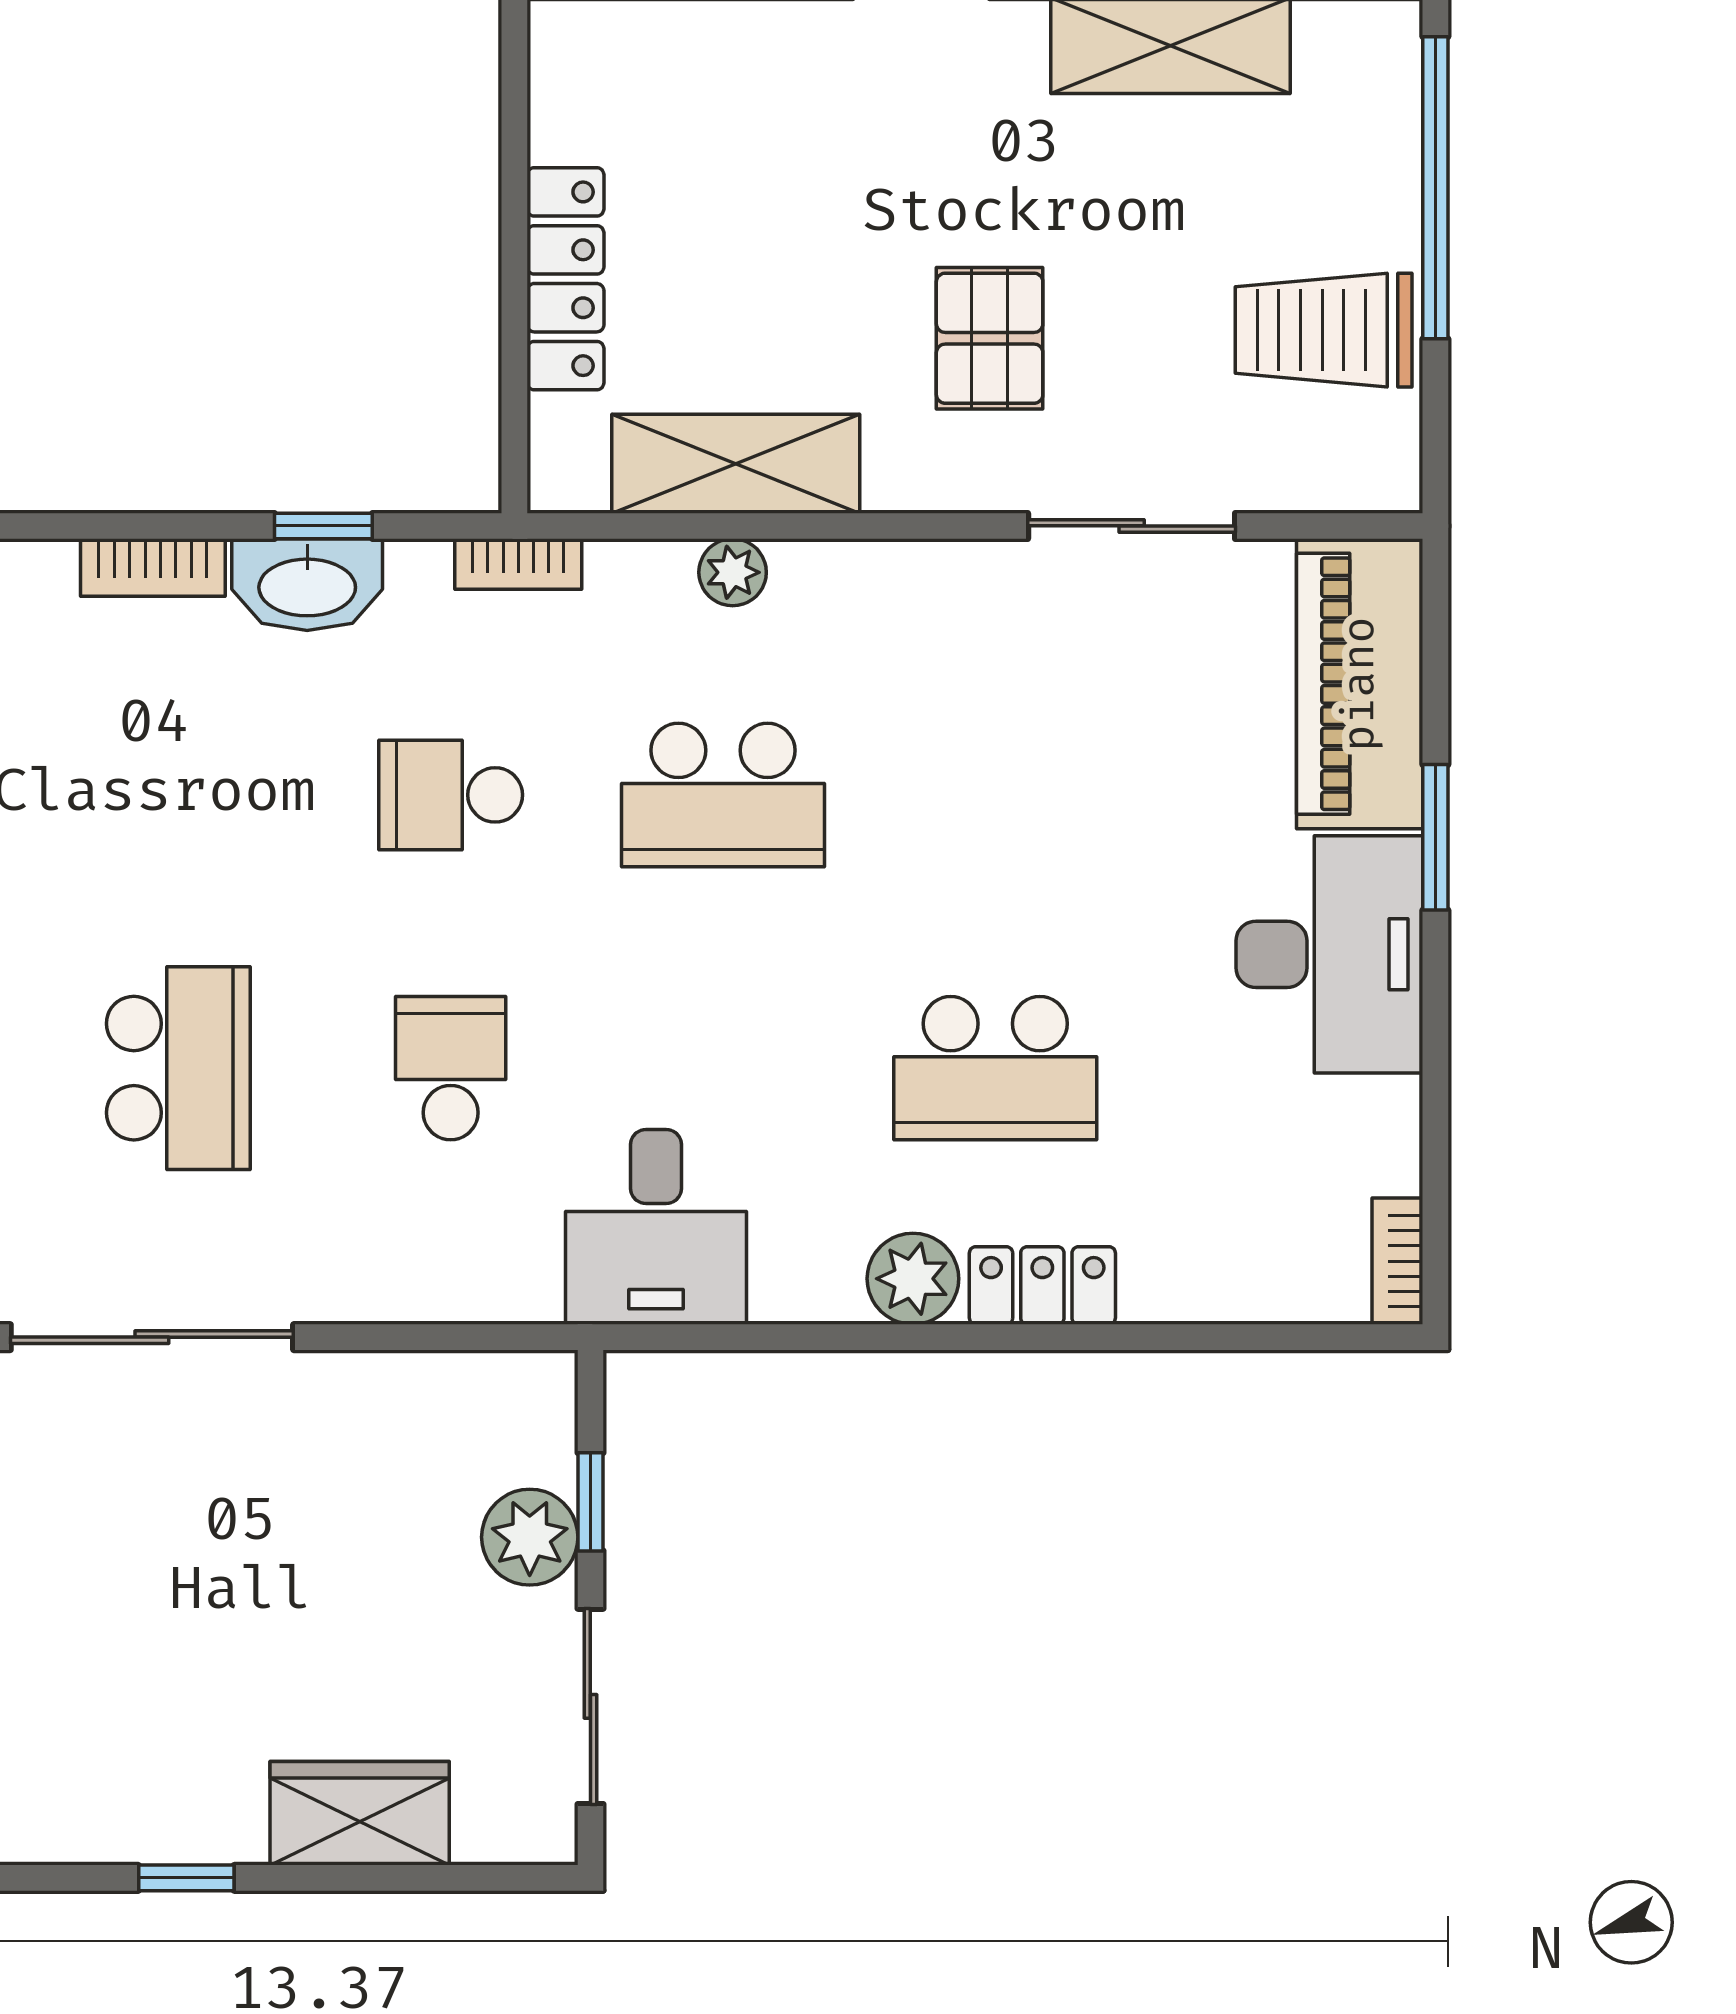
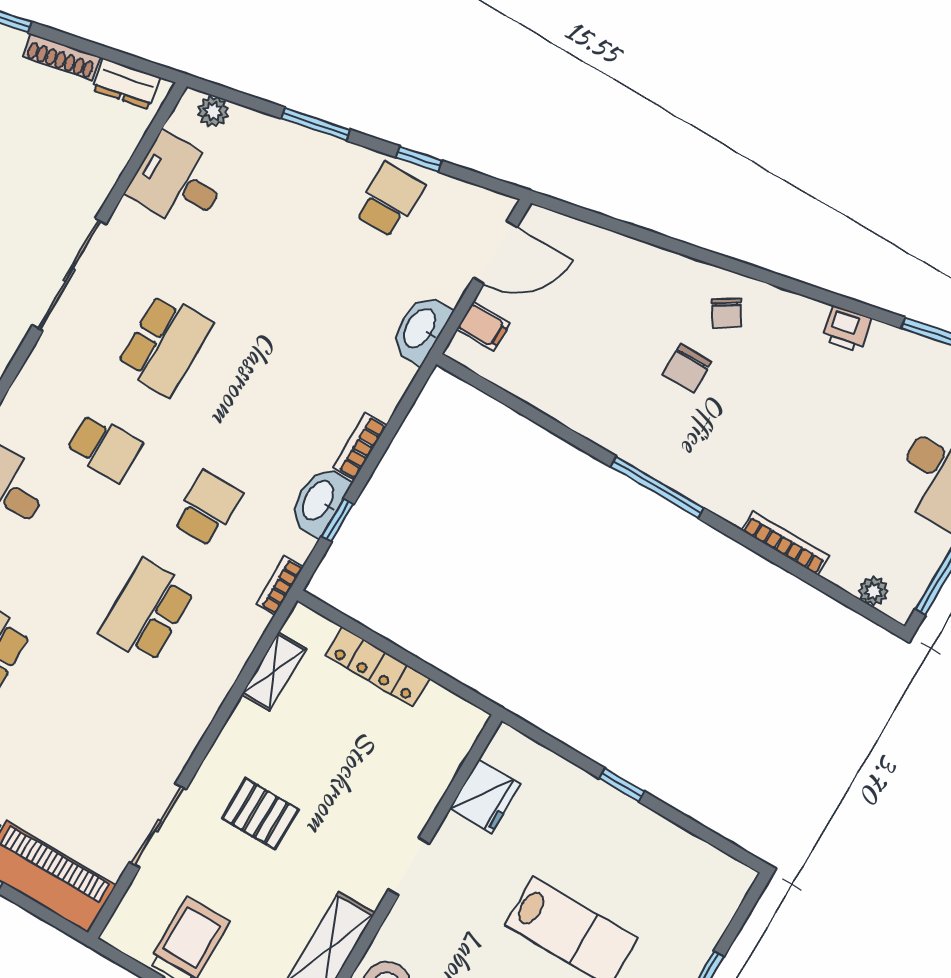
shelving: (736, 464) -> (274, 672), width x0.67, depth x0.75
plant: (733, 572) -> (229, 665), removed
school desk: (178, 1068) -> (165, 345), turned -90

